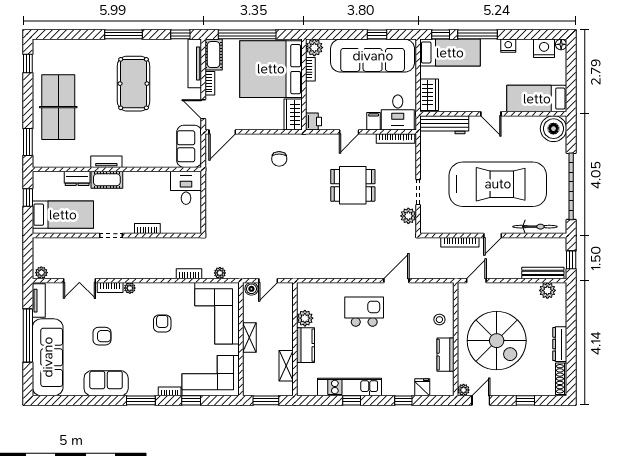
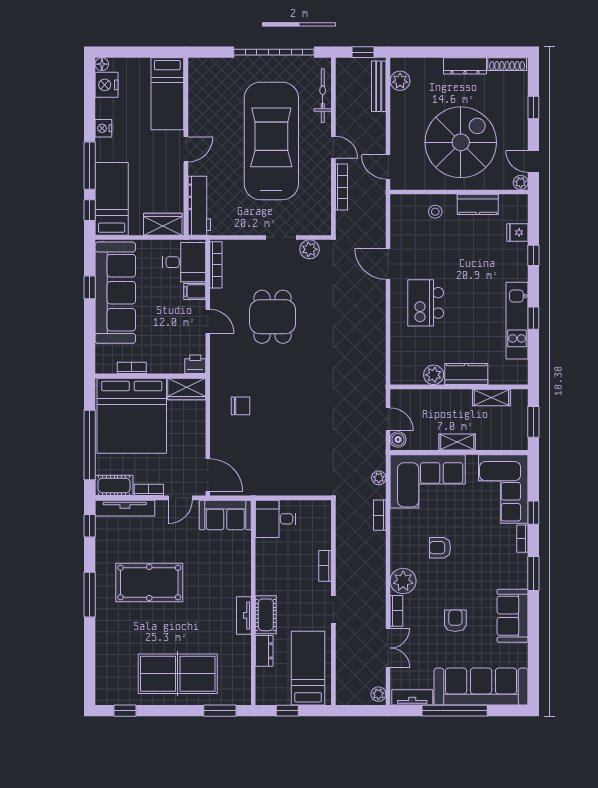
plant: (314, 48) -> (106, 363), removed
boiler: (553, 129) -> (204, 73), removed
plant: (130, 288) -> (403, 581), width x1.88, depth x1.88

